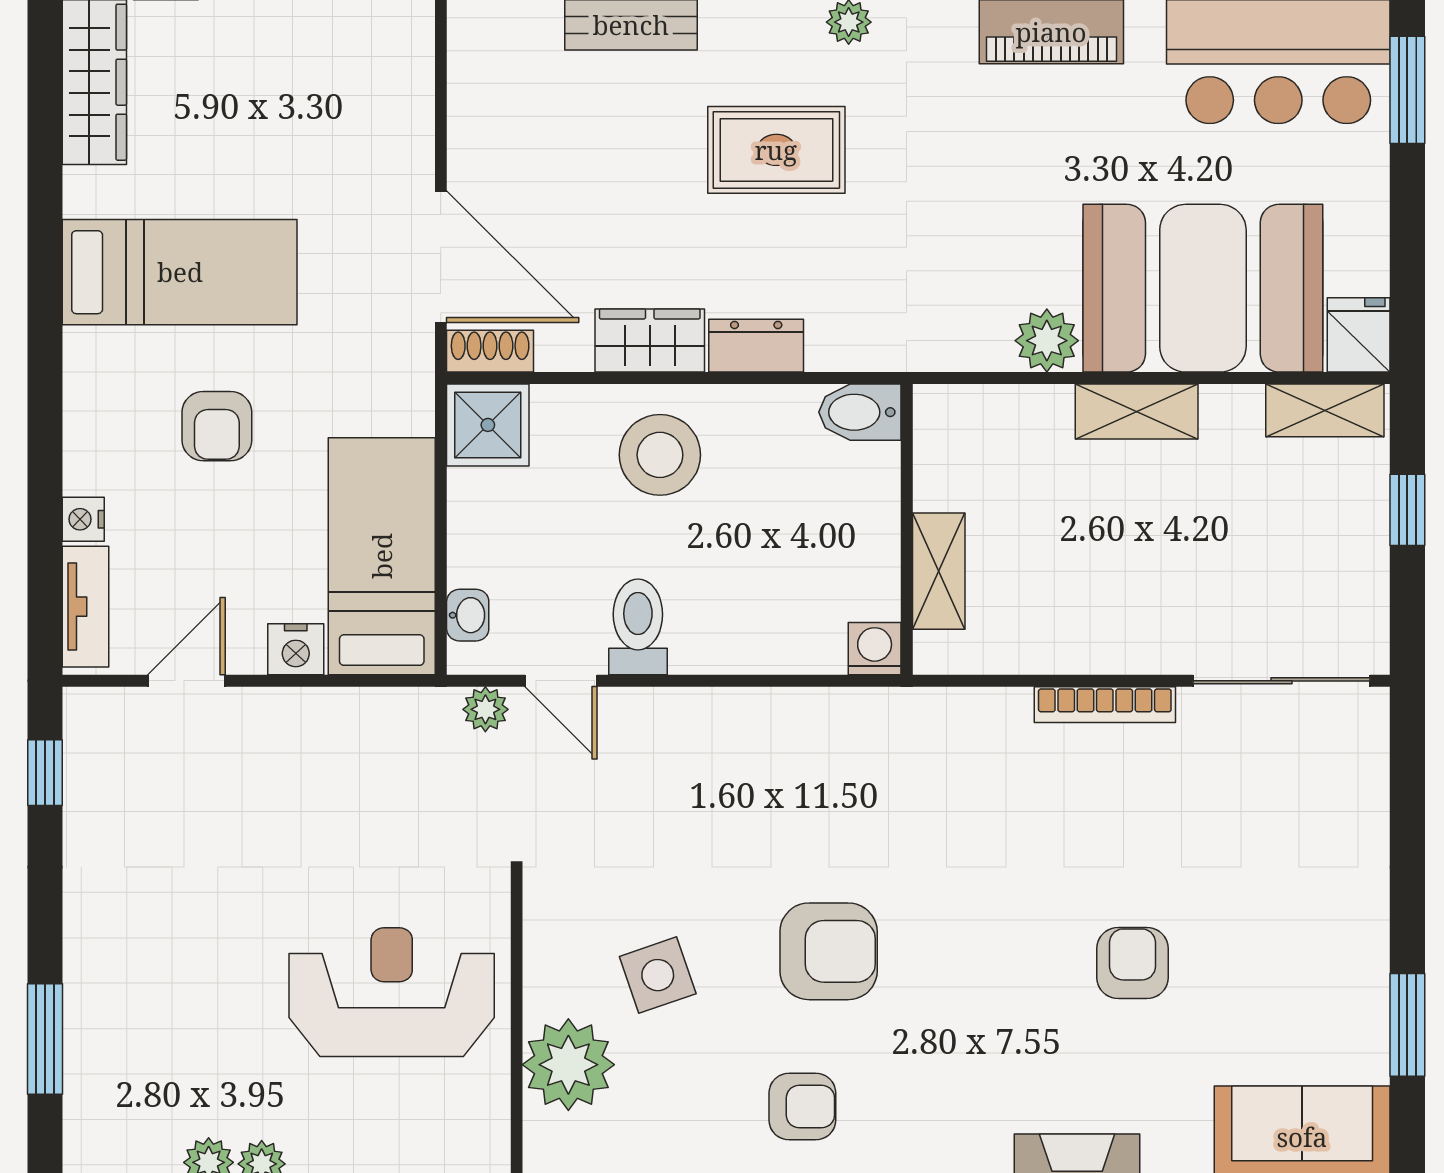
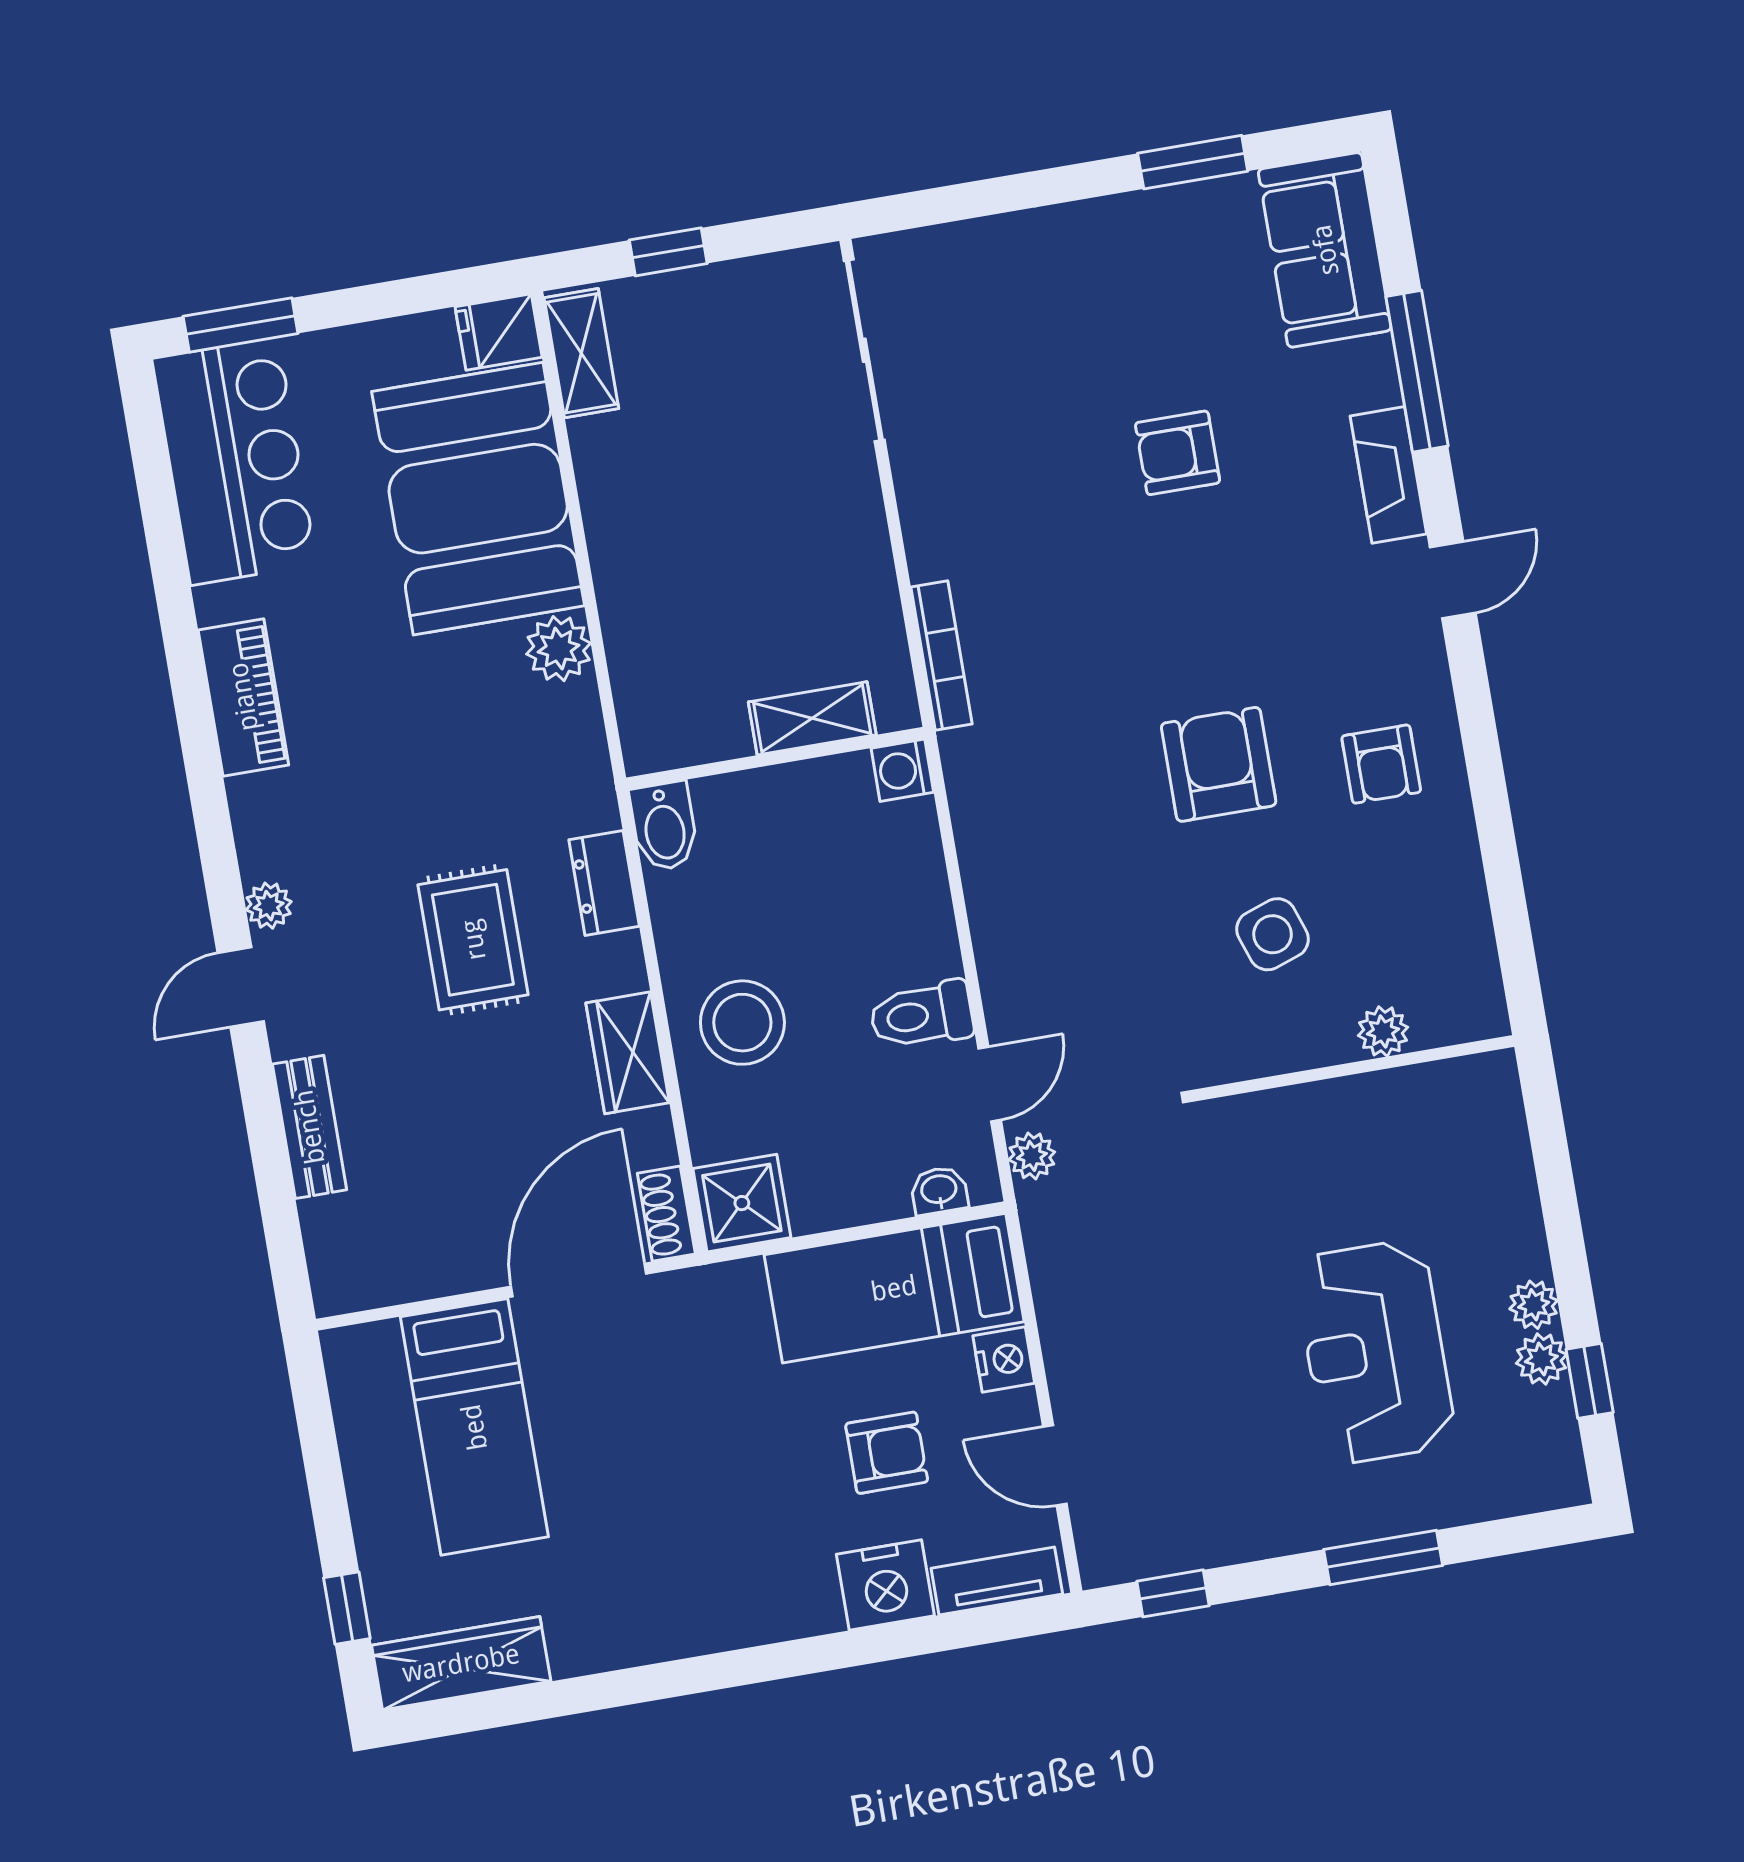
rug: (776, 150) -> (473, 940), moved
bed: (180, 272) -> (474, 1427), moved, turned 180
dresser: (756, 346) -> (604, 883), moved
shelving: (1137, 411) -> (615, 545), removed
armchair: (217, 426) -> (887, 1453), moved
nightstand: (83, 519) -> (885, 1585), width x1.89, depth x1.79
bookcase: (1105, 705) -> (941, 655), moved
reception desk: (392, 992) -> (1375, 1352), moved
window: (45, 1039) -> (1383, 1558), moved
plant: (568, 1065) -> (1383, 1031), width x0.53, depth x0.53
armchair: (802, 1107) -> (1381, 764), turned 180

